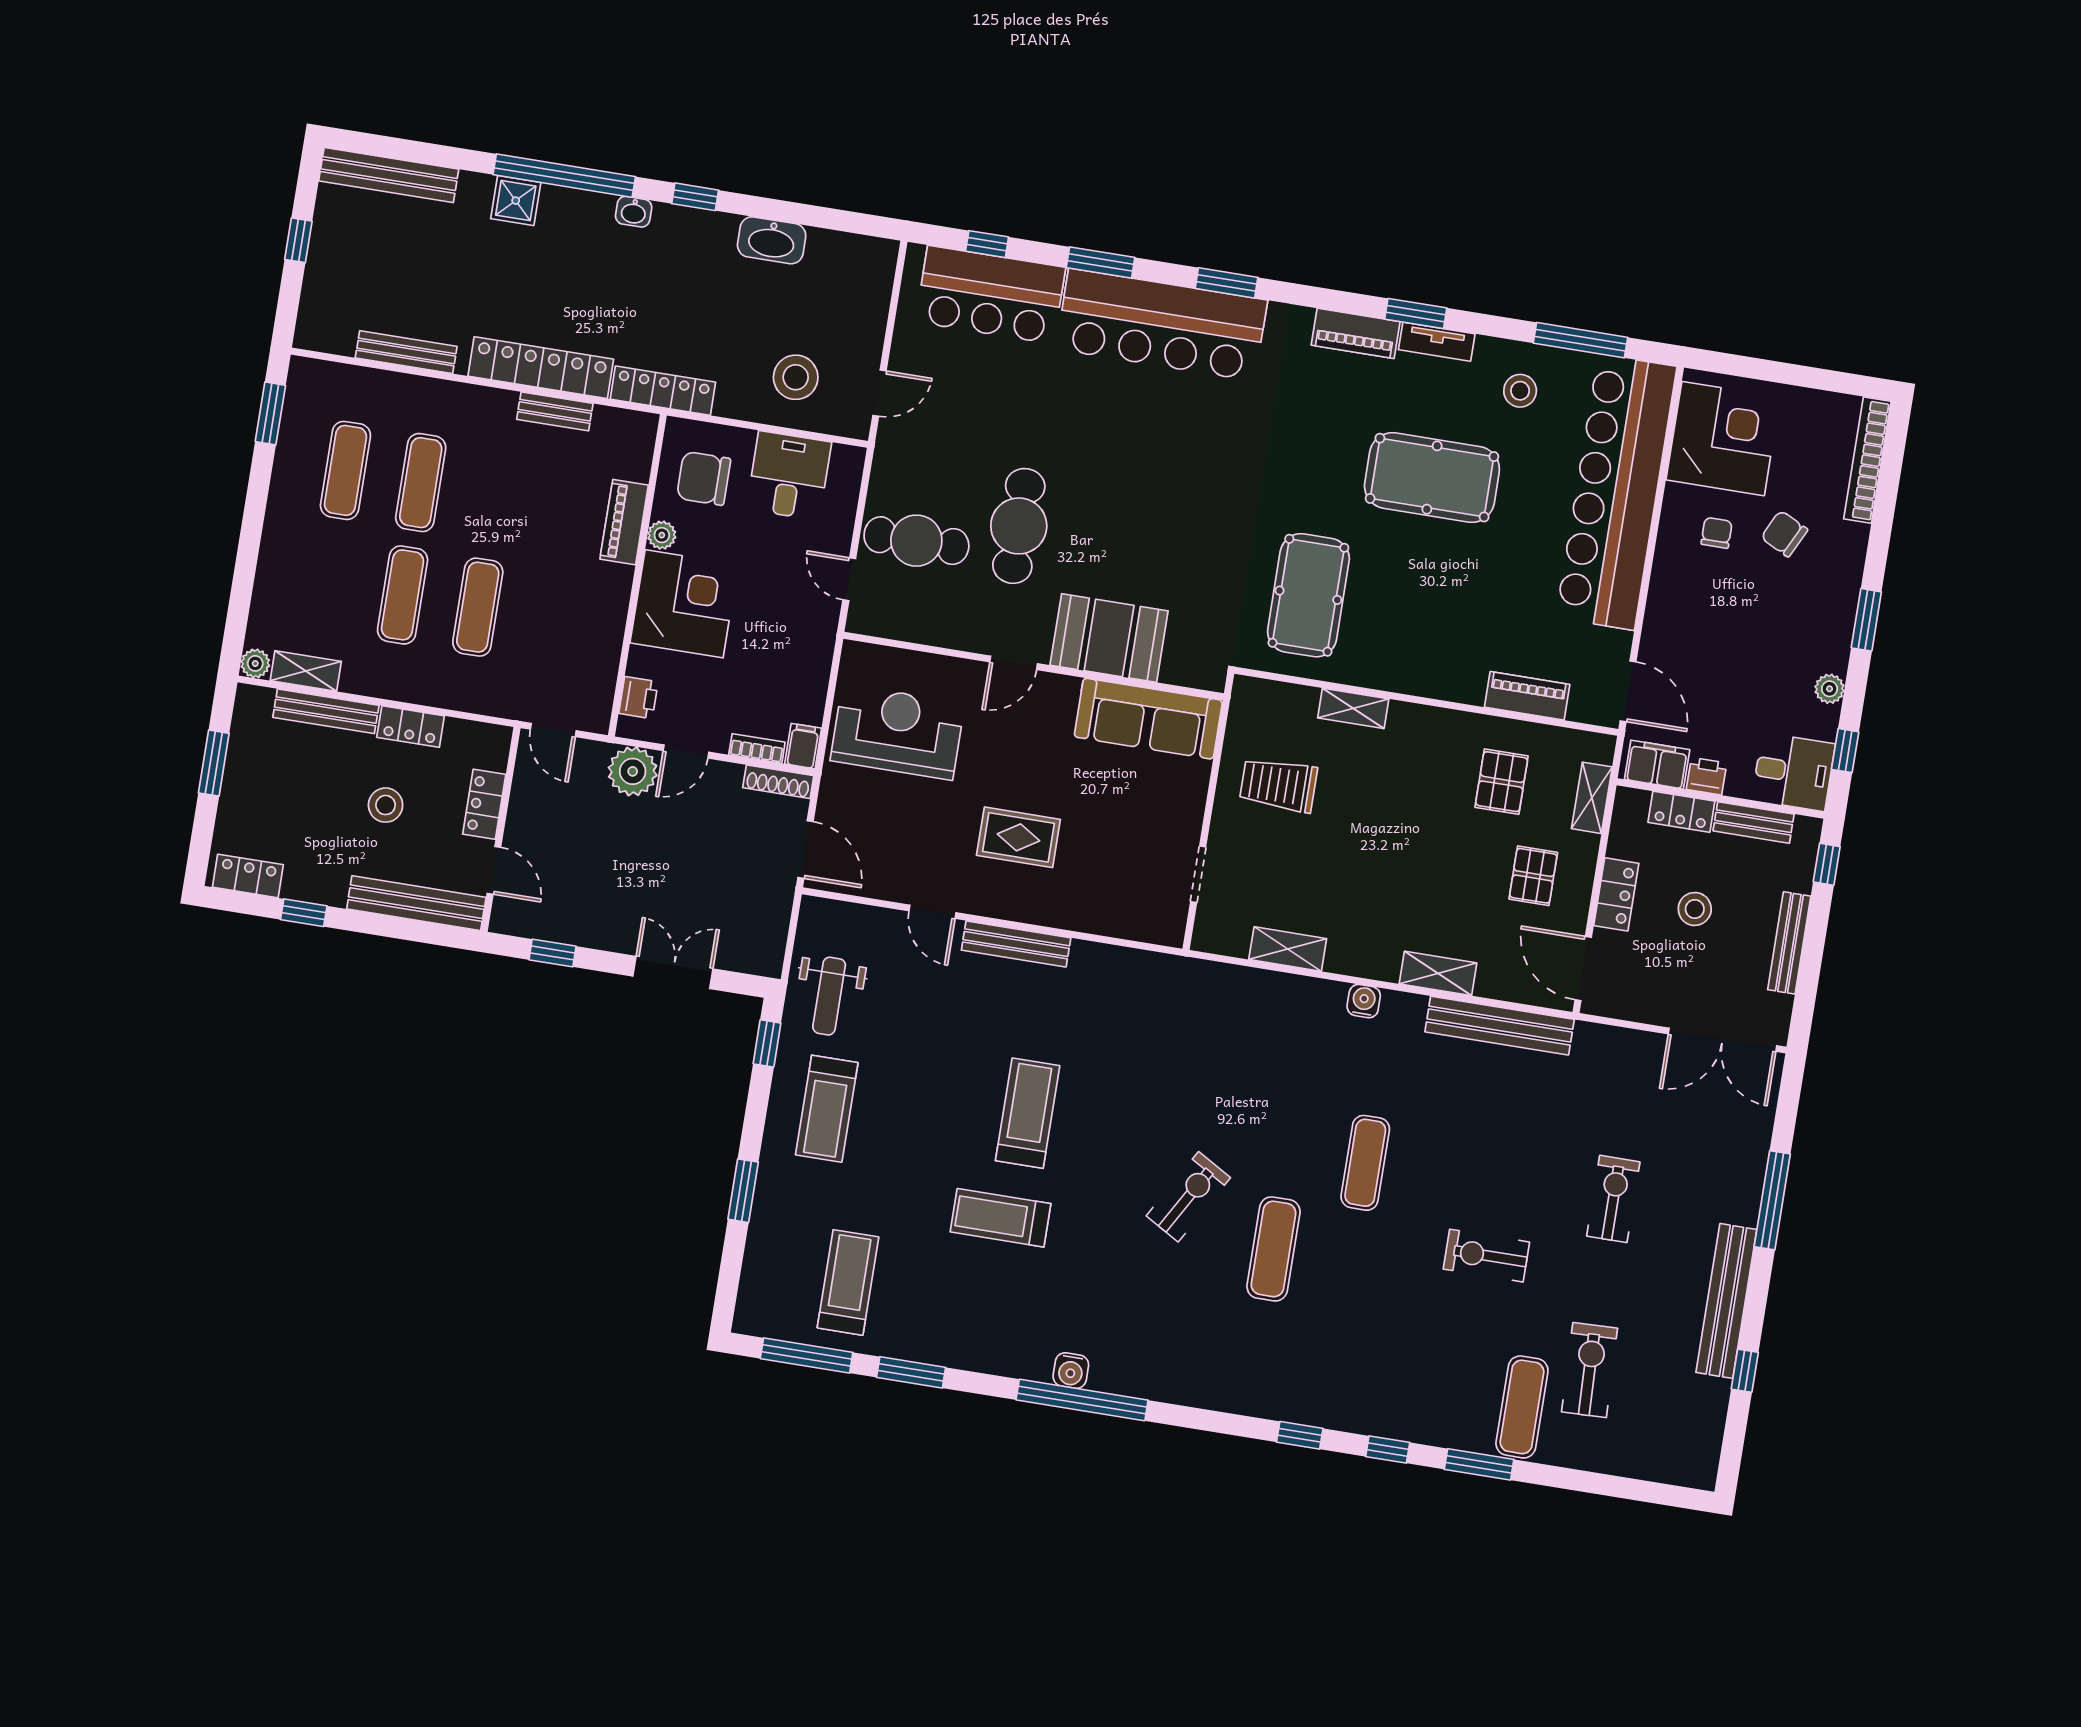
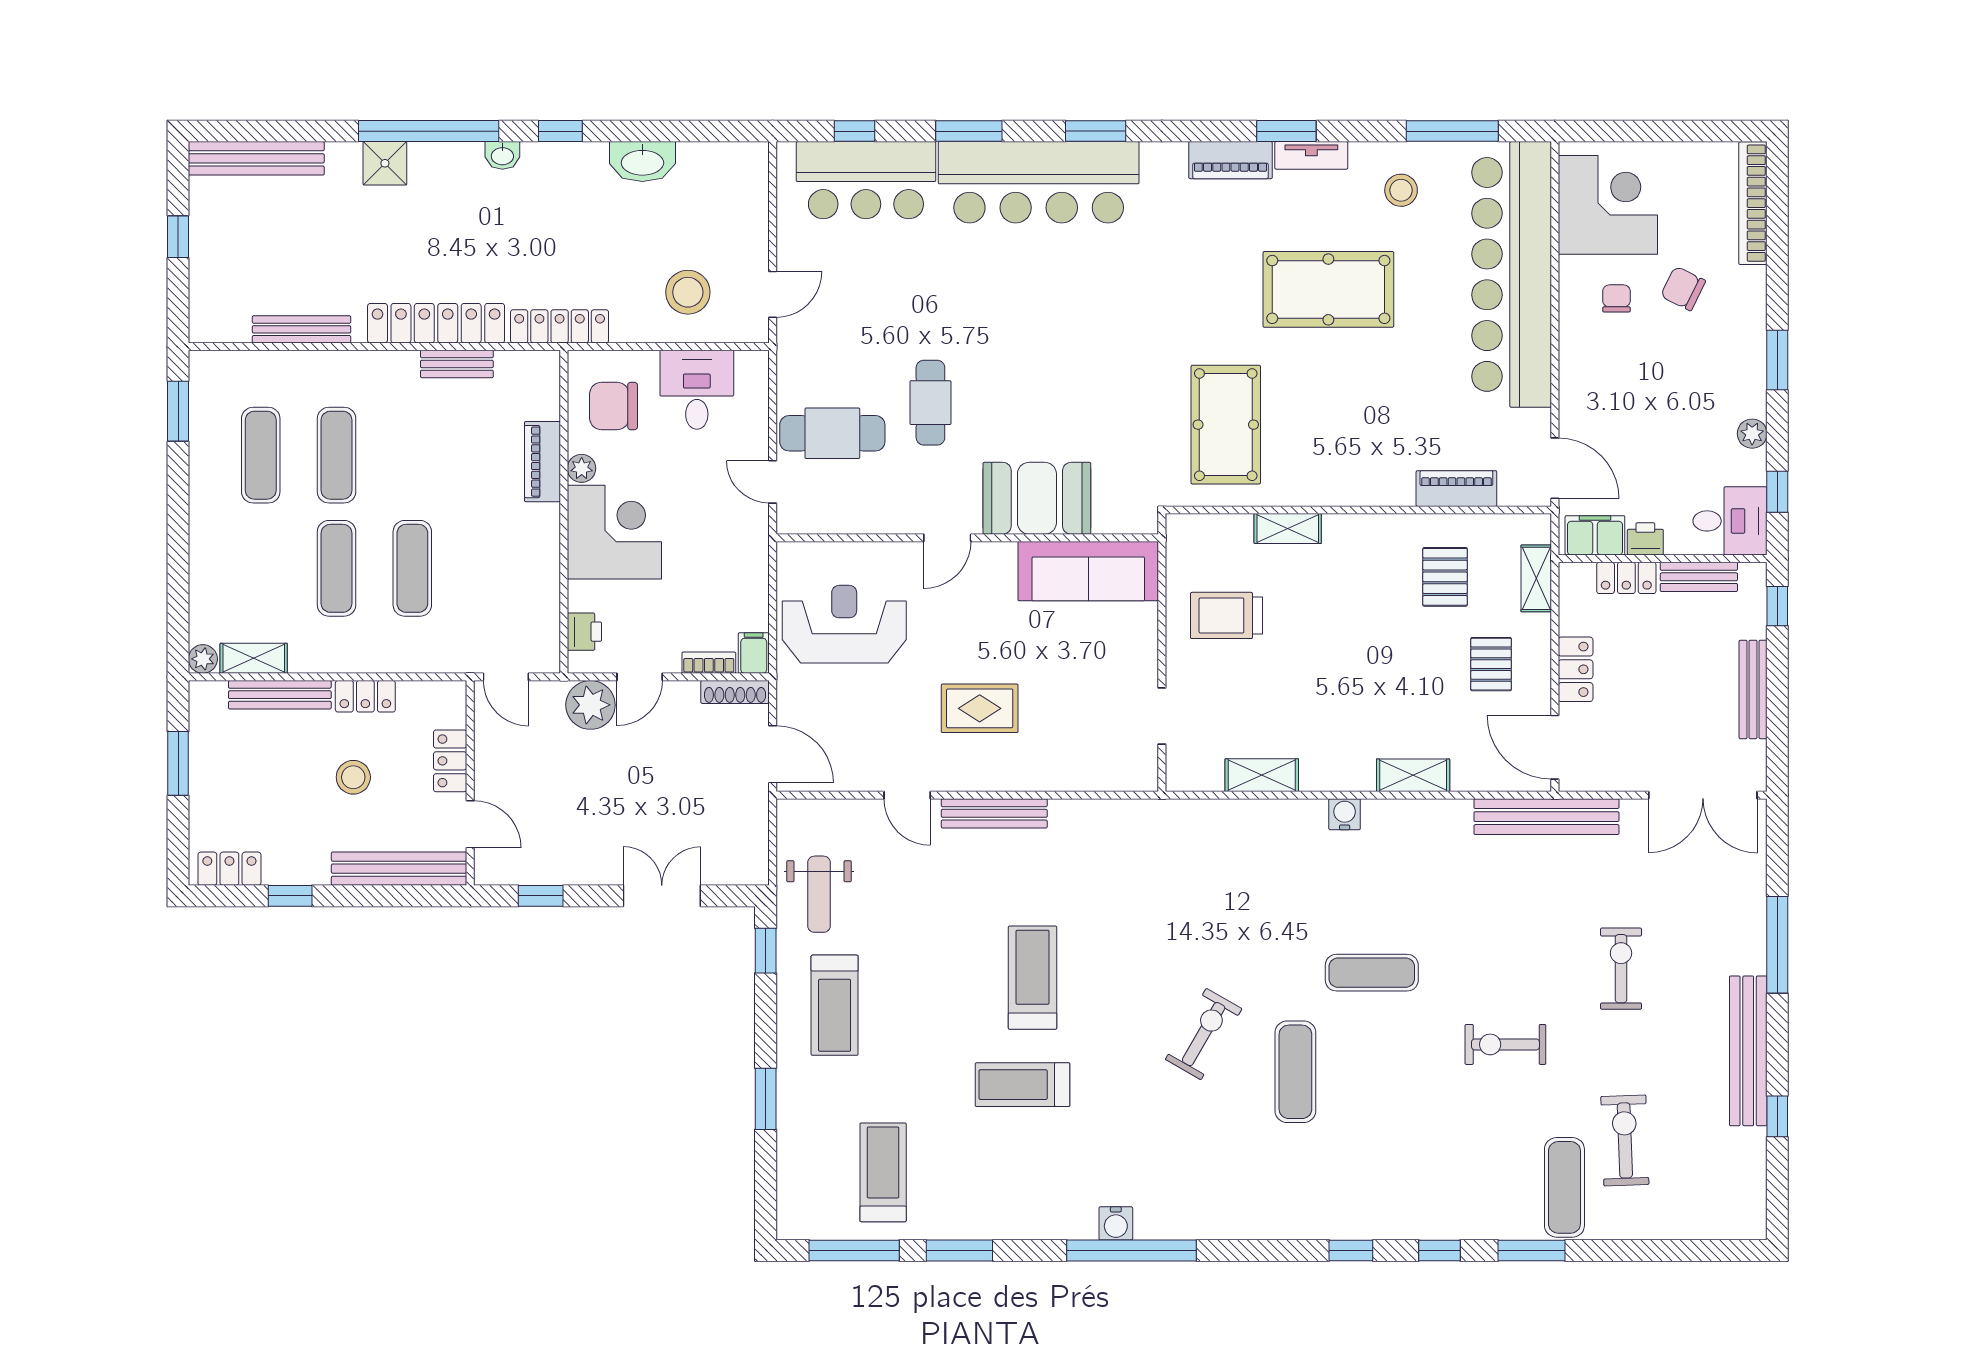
cafe table: (1019, 526) -> (930, 403), width x0.73, depth x0.74
stool: (1695, 909) -> (1655, 671), removed
bench: (1500, 1026) -> (1546, 817), moved
exercise mat: (1365, 1163) -> (1372, 973), turned 90

